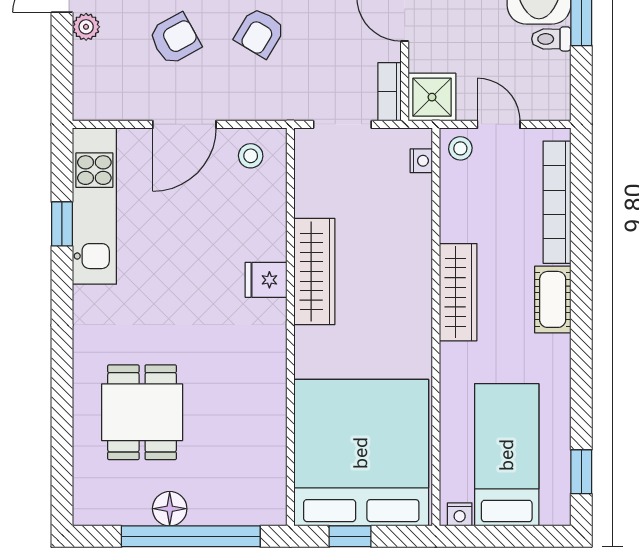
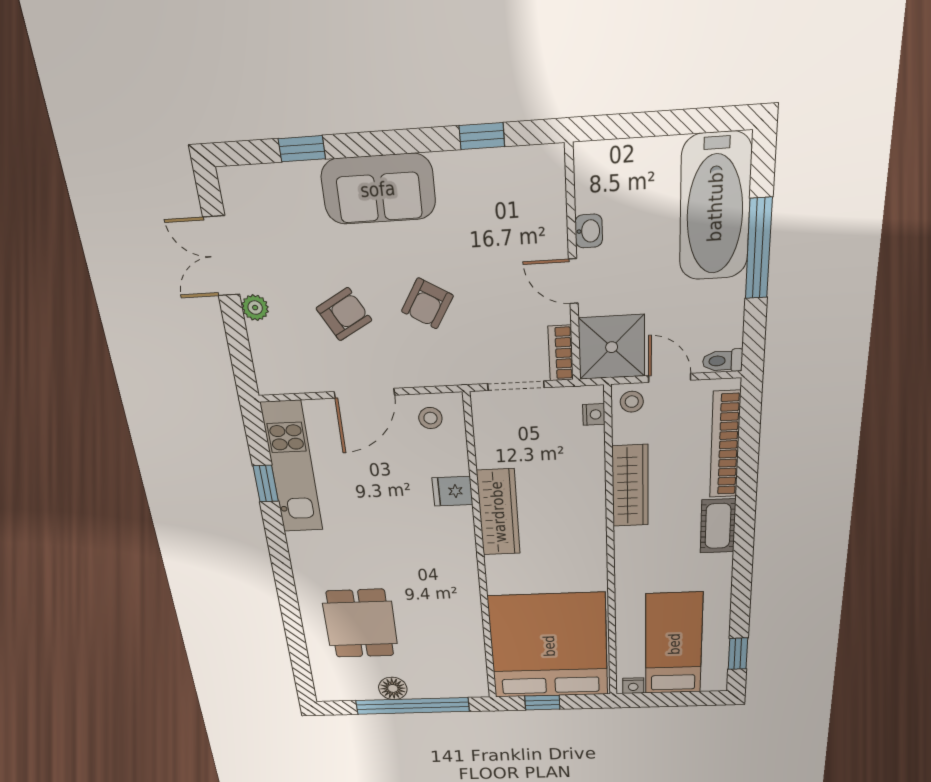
toilet: (551, 39) -> (723, 361), moved
shower: (432, 97) -> (612, 347), width x1.36, depth x1.36
fridge: (266, 280) -> (452, 491), moved
wardrobe: (458, 292) -> (630, 486), moved

